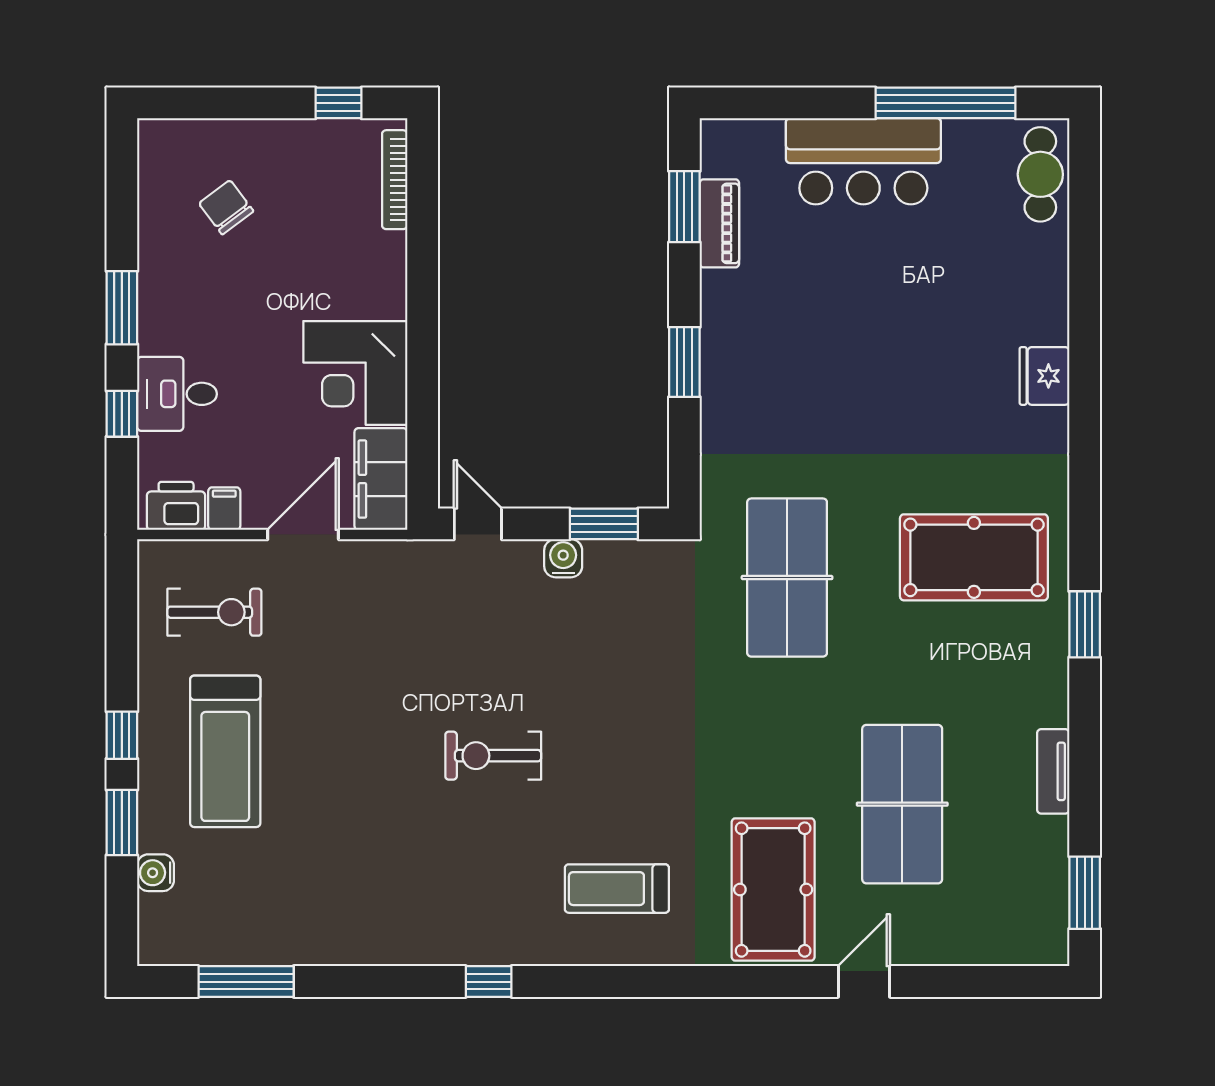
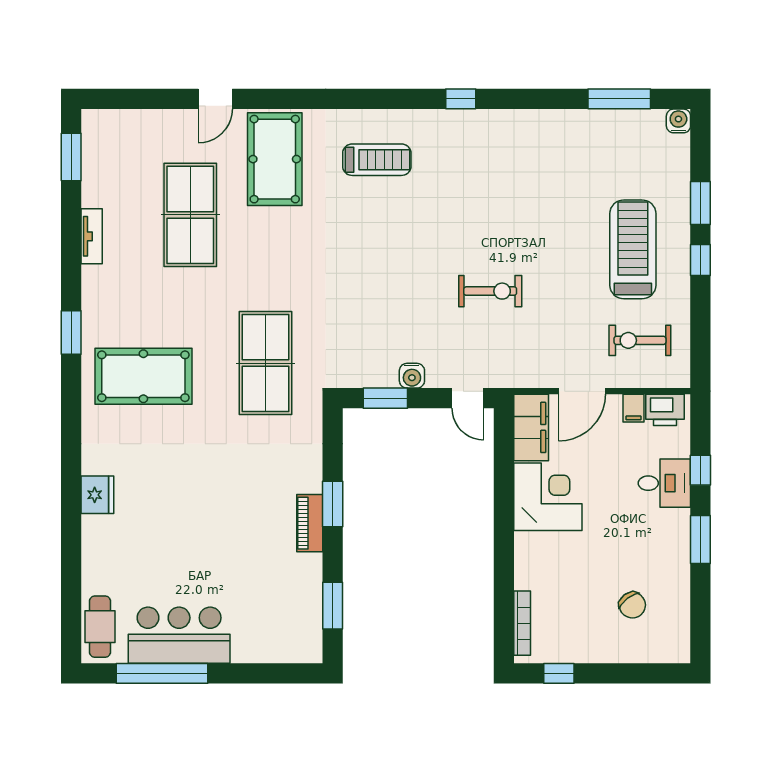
bar counter: (863, 161) -> (179, 635), moved
piano: (719, 223) -> (310, 523), moved
exercise bike: (493, 756) -> (490, 291), moved
water cooler: (156, 873) -> (678, 121), moved, turned -90

